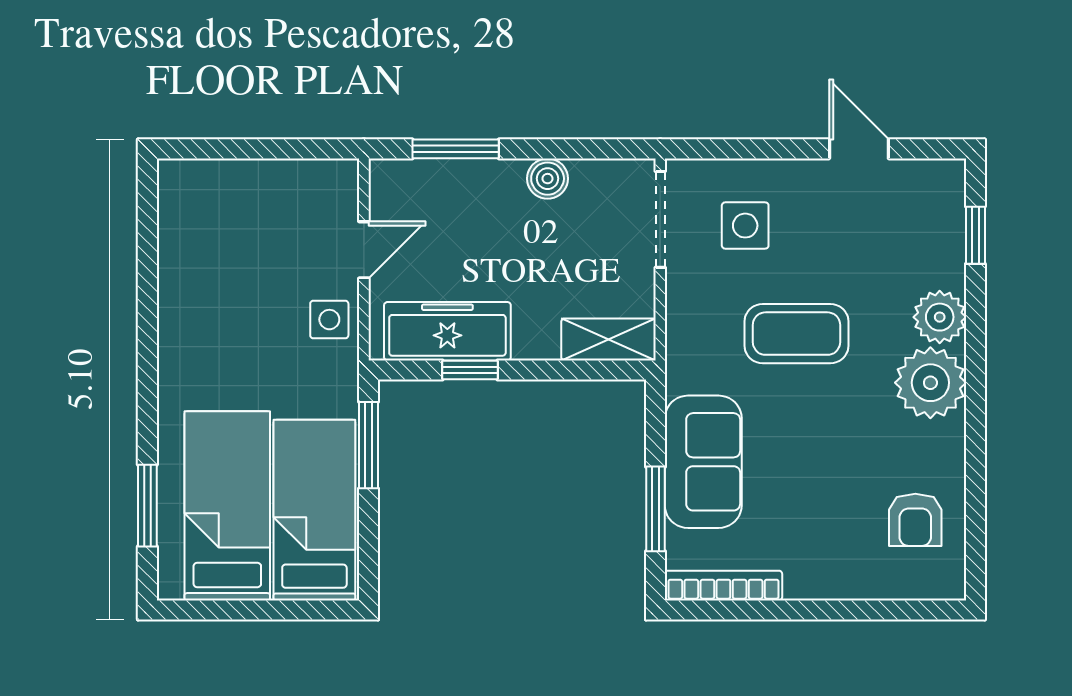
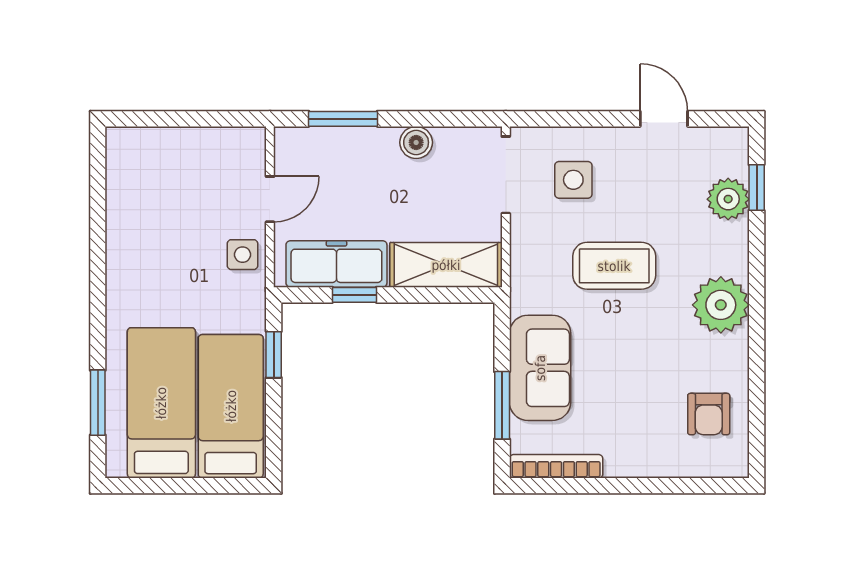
plant: (940, 317) -> (728, 199), moved
shelving: (608, 339) -> (446, 265), width x1.50, depth x1.33
window: (369, 445) -> (274, 355), width x0.67

